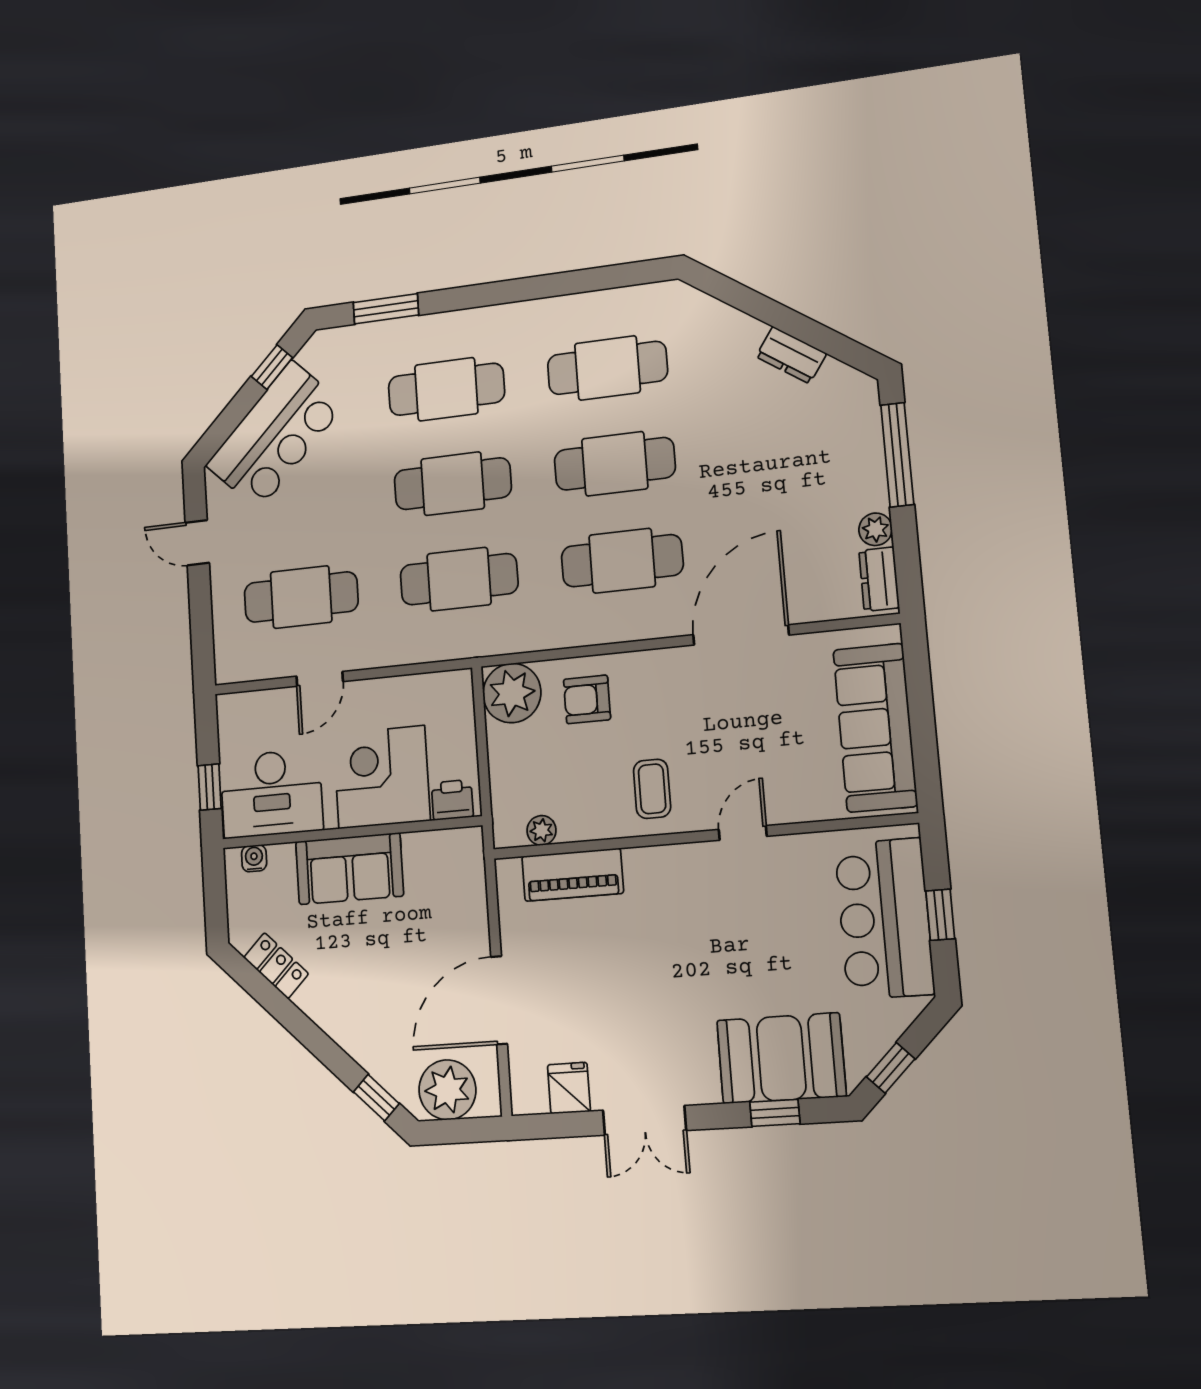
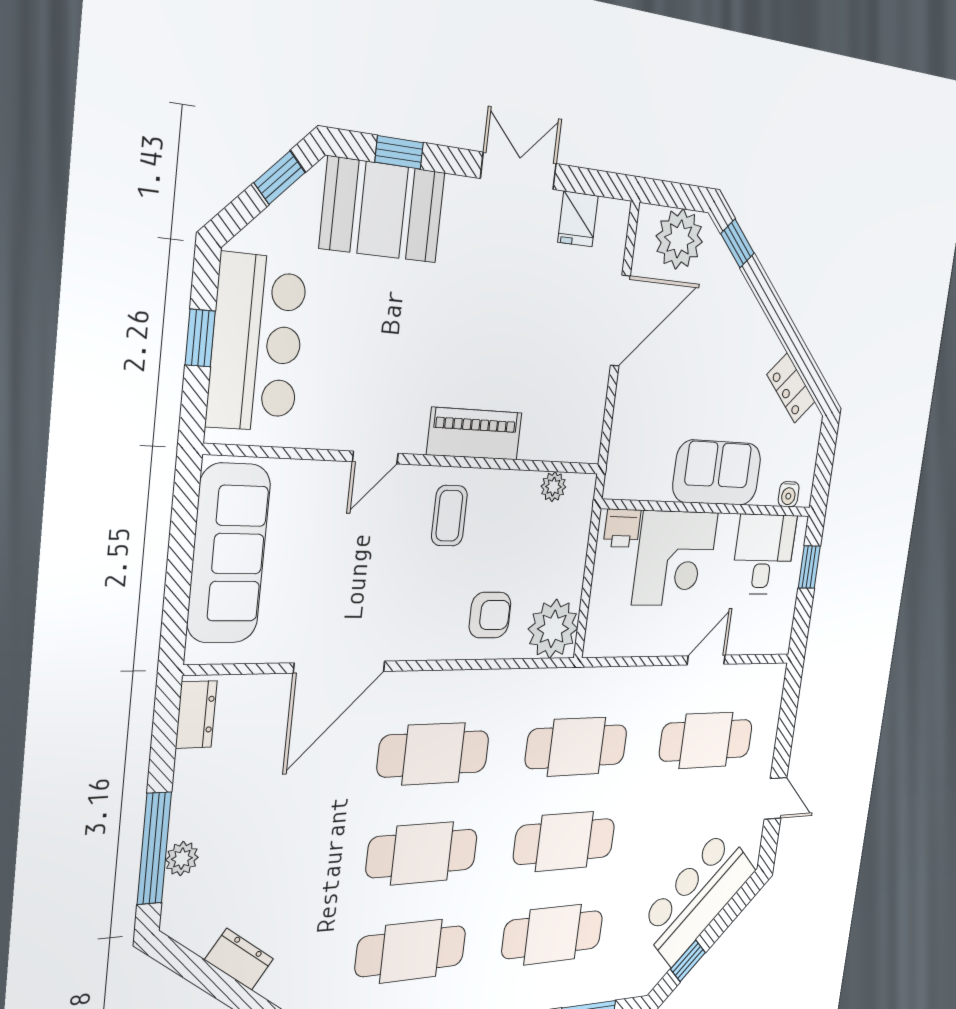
plant: (875, 529) -> (182, 859), moved
desk: (272, 793) -> (764, 554), width x0.73
piano: (573, 875) -> (475, 434), moved

